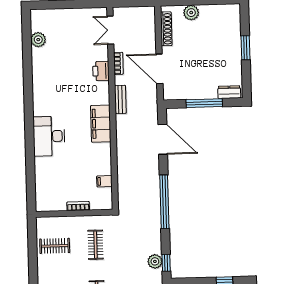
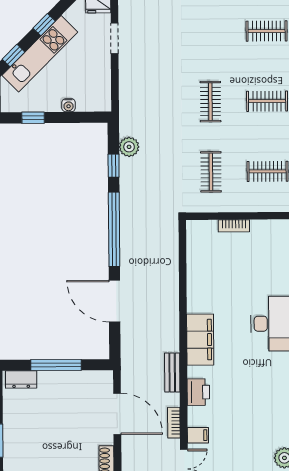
printer: (101, 71) -> (198, 392), moved
door: (163, 139) -> (115, 301), moved
filing cabinet: (104, 181) -> (198, 435), moved
window: (166, 263) -> (114, 166), moved

